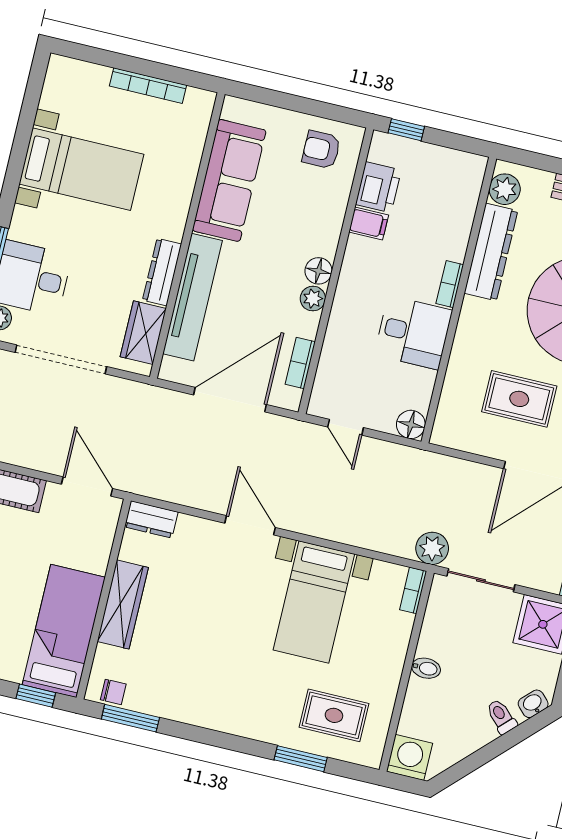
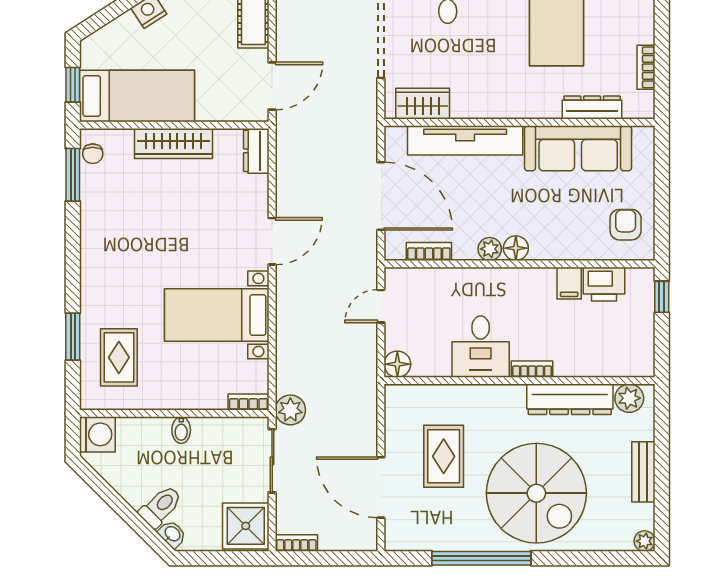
bookcase: (148, 86) -> (646, 67), width x0.64
dresser: (162, 272) -> (592, 108), moved
toilet: (501, 717) -> (161, 507), width x1.37, depth x1.39

